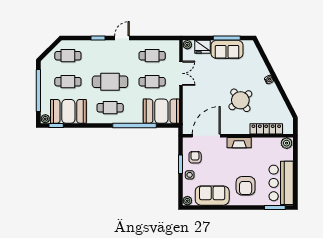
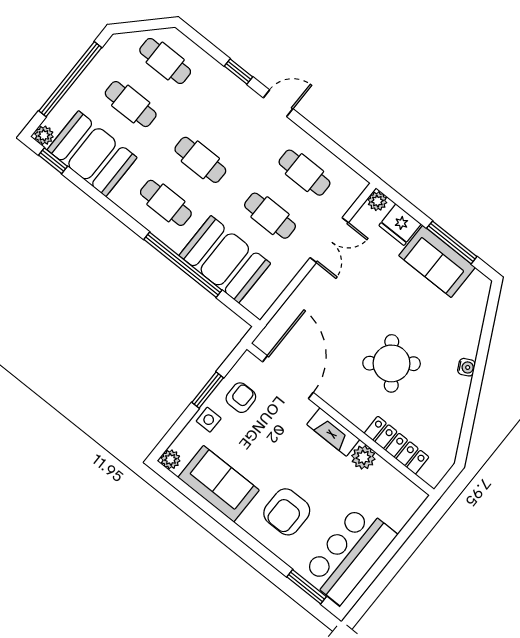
cafe table: (110, 82) -> (200, 160), width x0.73, depth x0.74
booth: (161, 111) -> (225, 259), moved
door: (206, 136) -> (288, 377), hinge flipped
plant: (287, 143) -> (363, 457), moved

